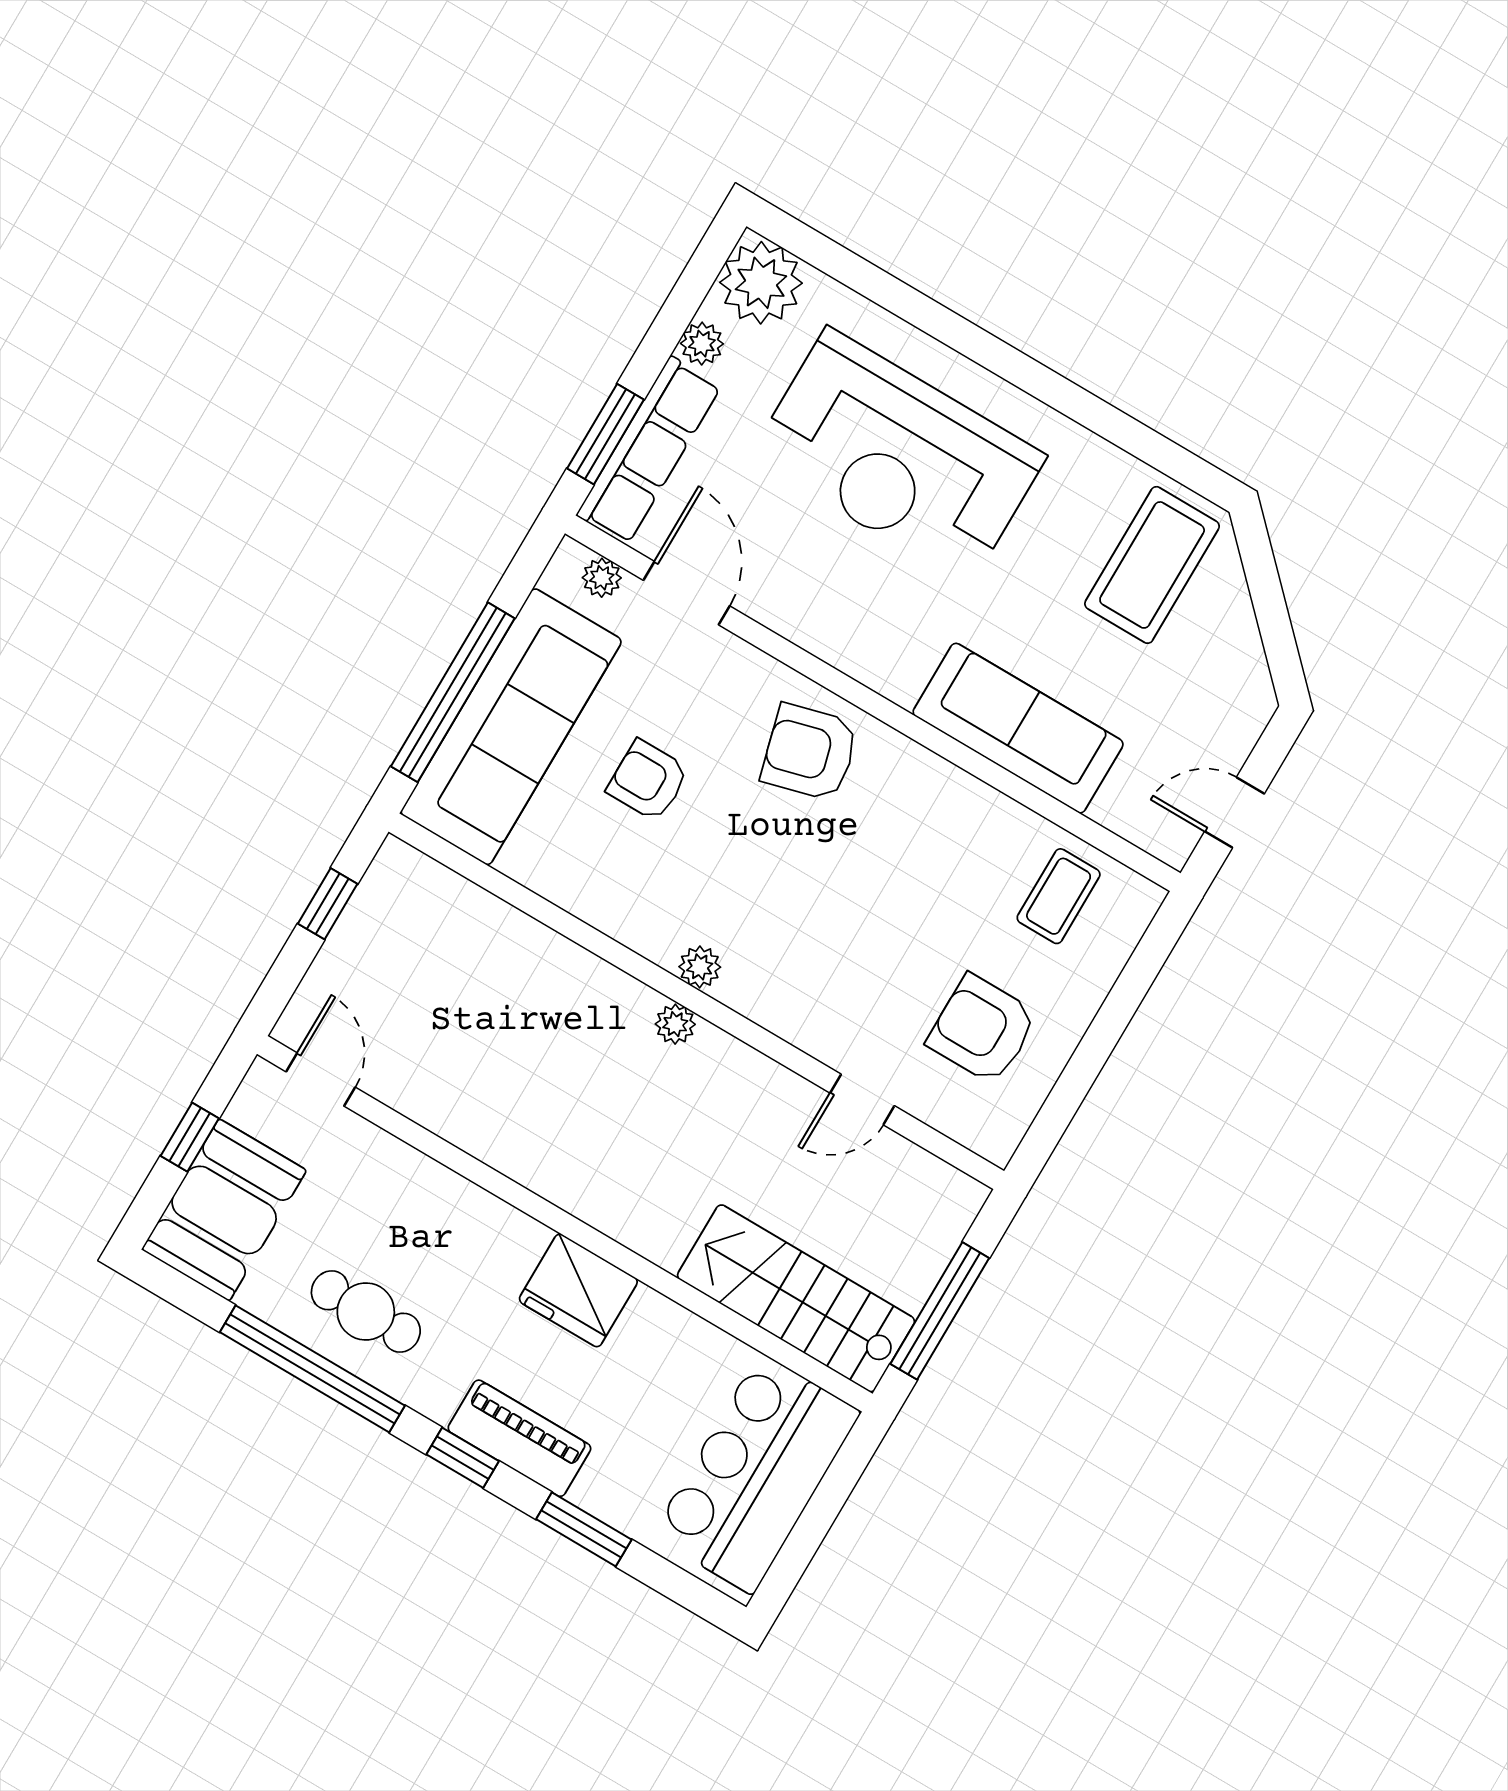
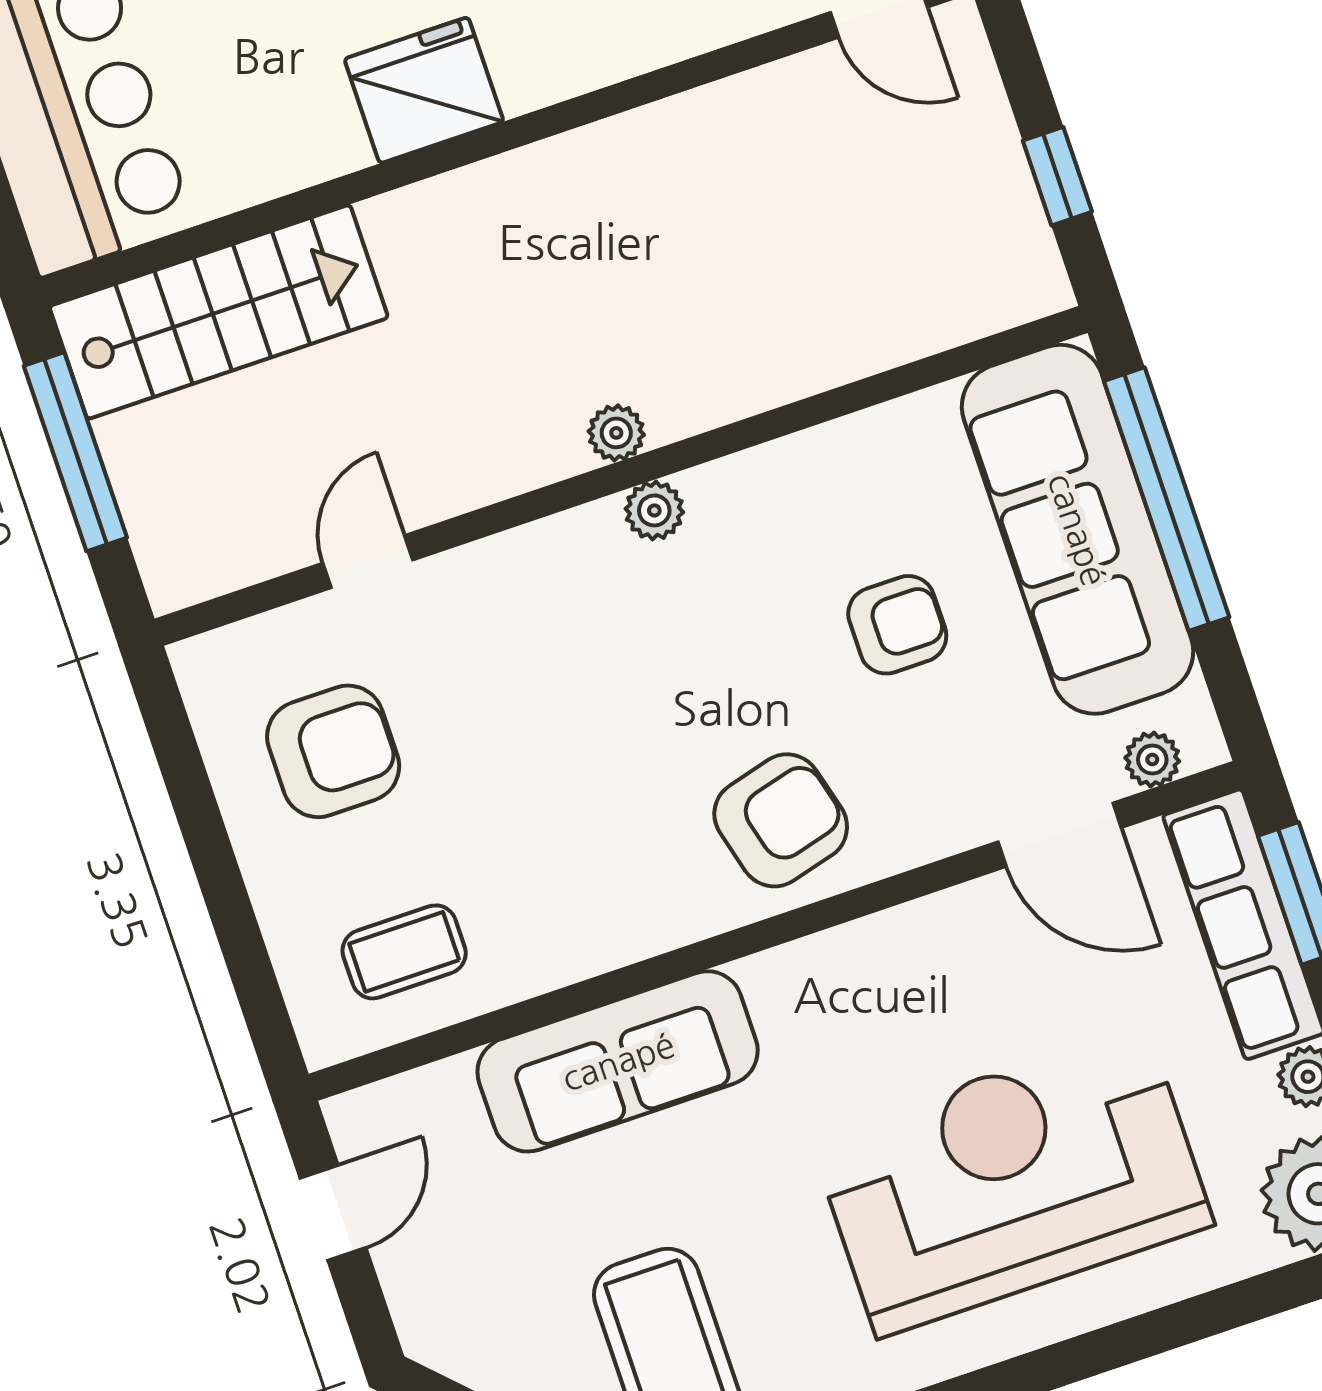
coffee table: (1059, 896) -> (404, 952), turned 90

